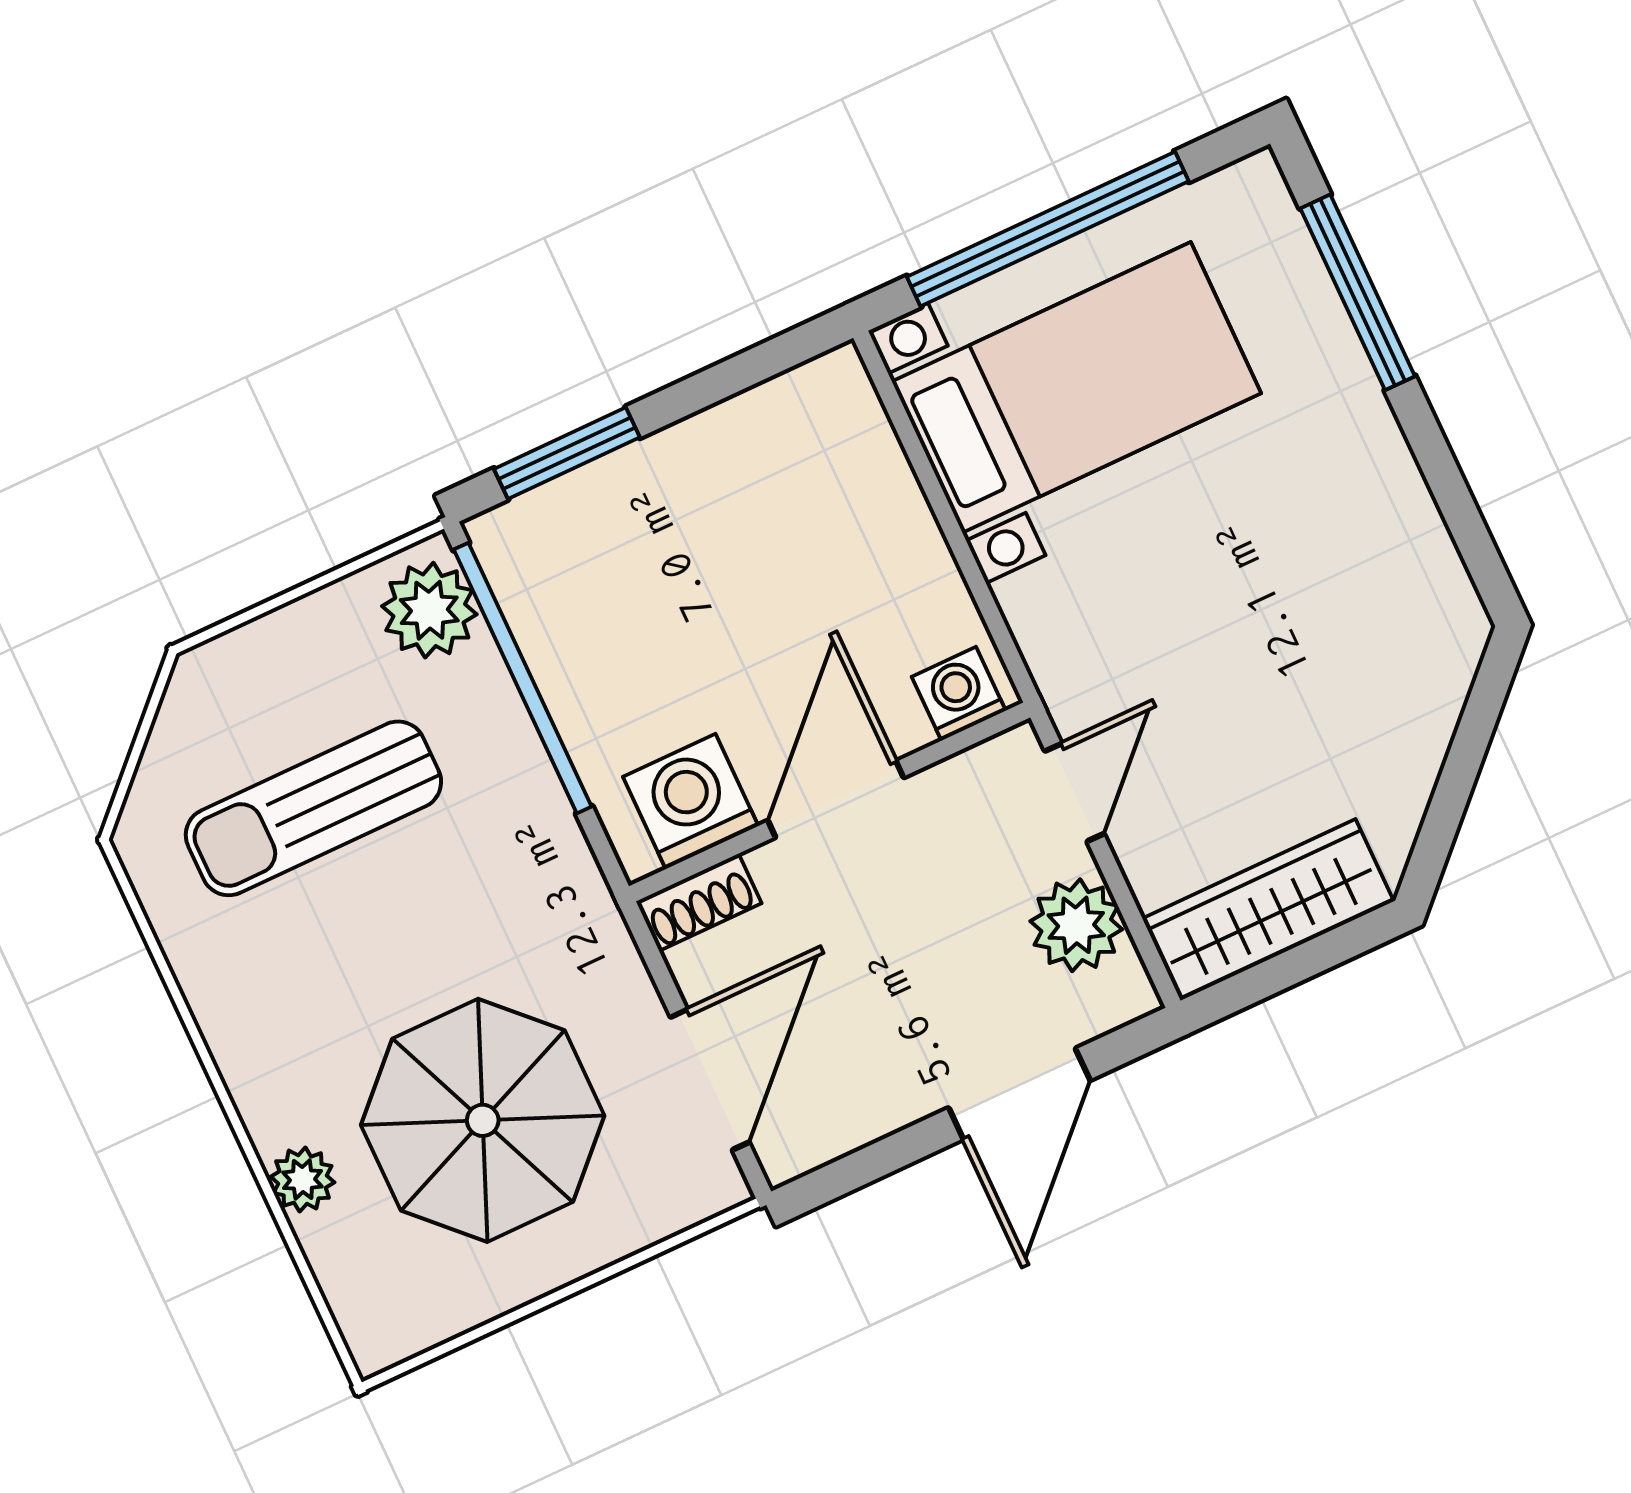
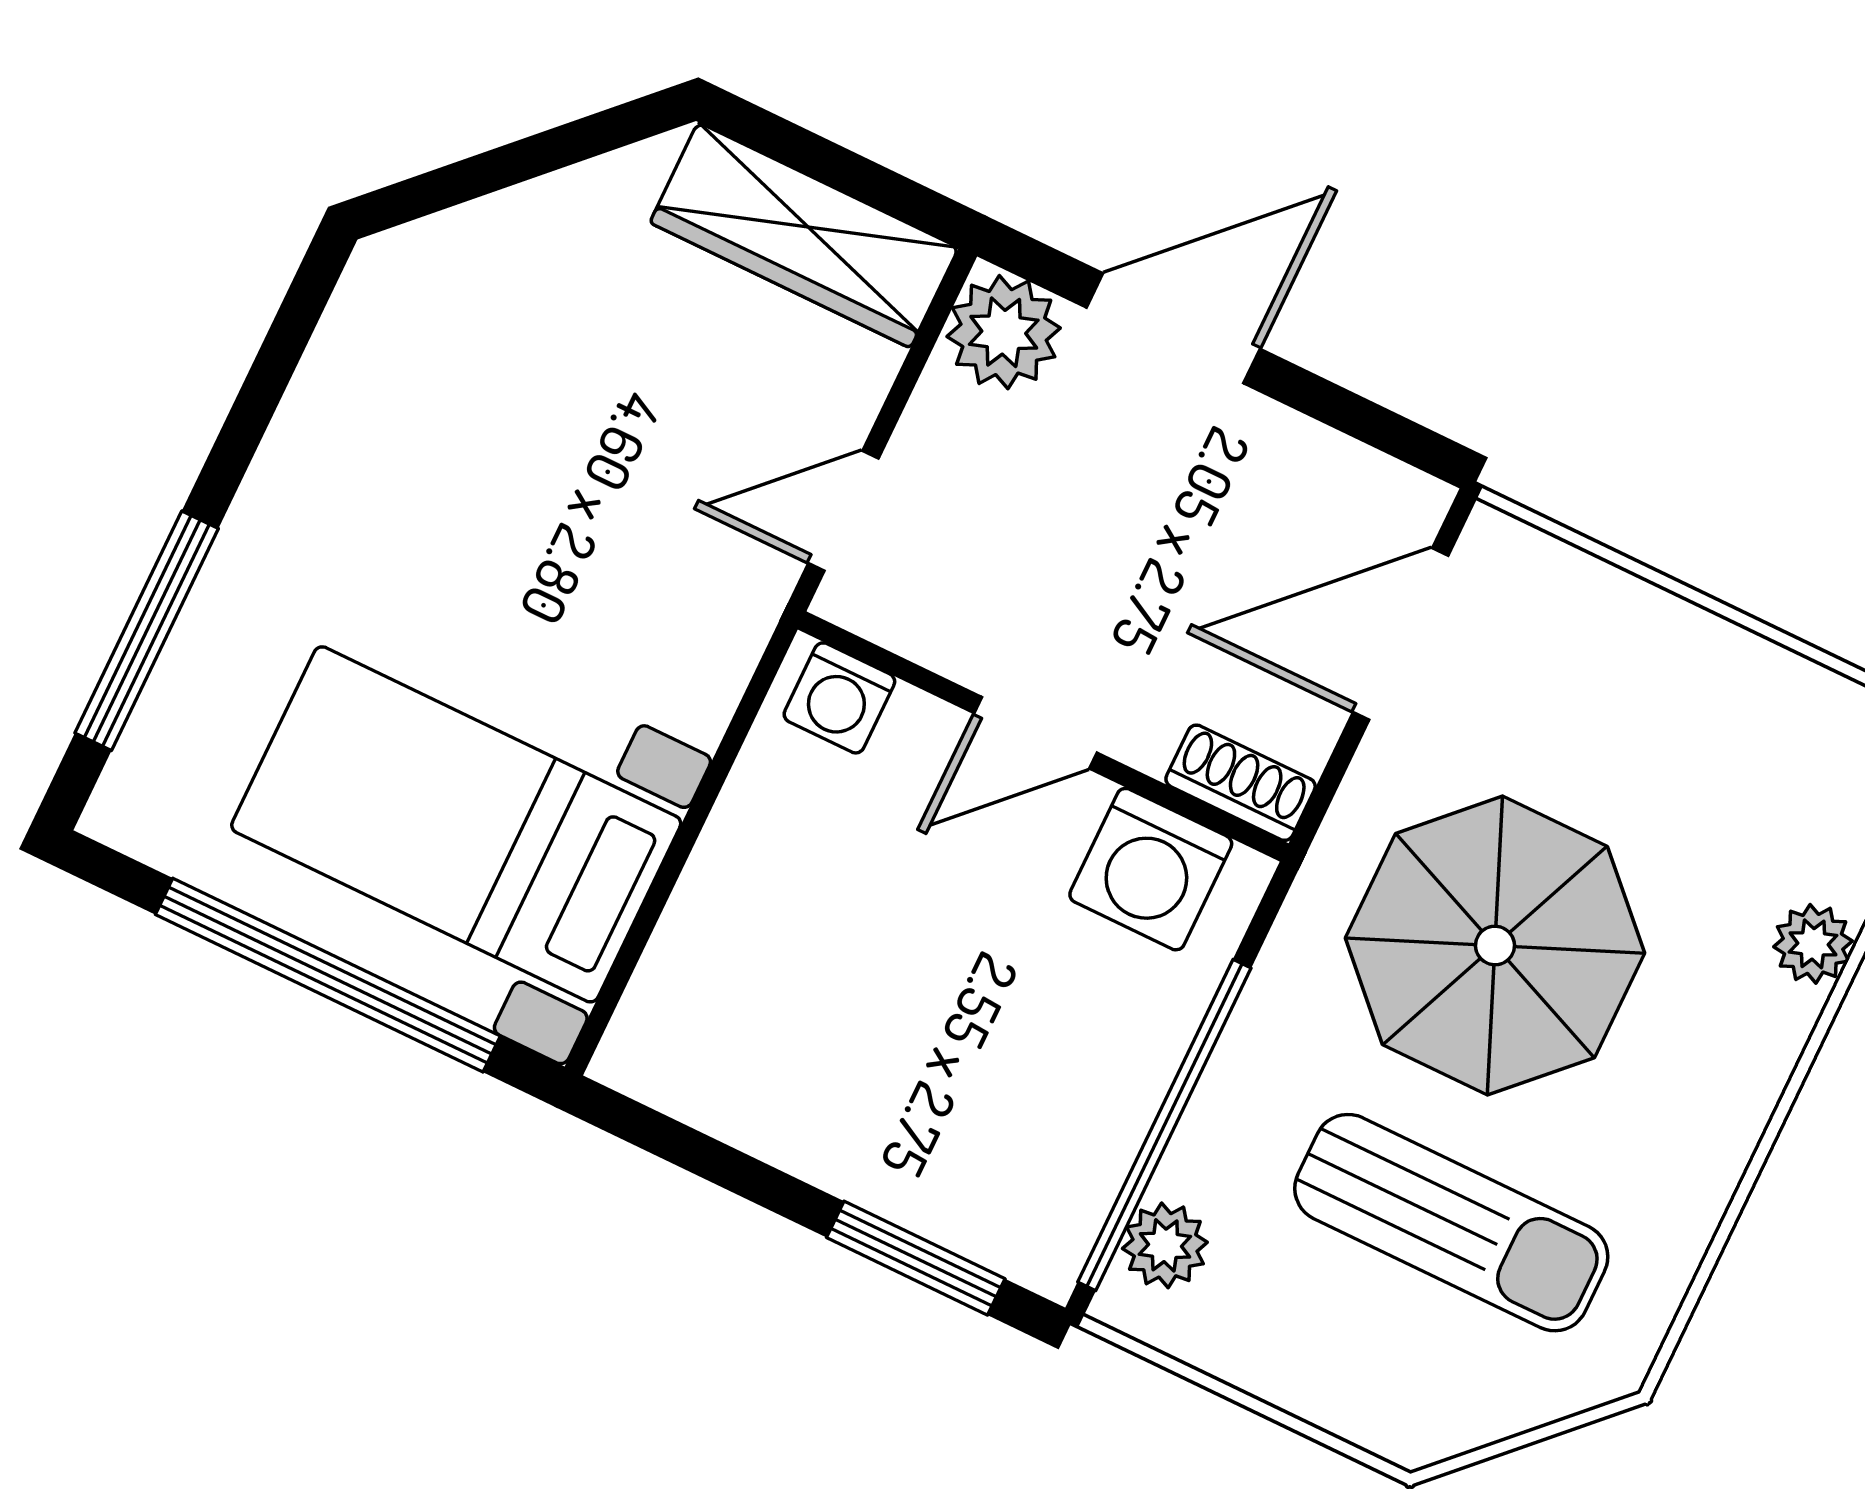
plant: (429, 610) -> (1165, 1245), width x0.73, depth x0.73
door: (836, 799) -> (1036, 733), width x0.73
plant: (1076, 925) -> (1004, 332), moved
parasol: (483, 1120) -> (1495, 946), moved

